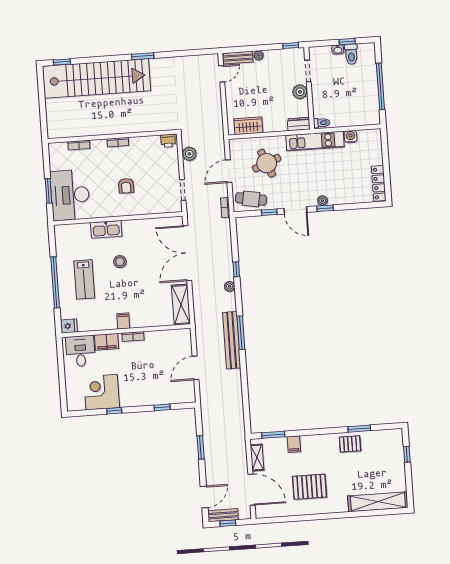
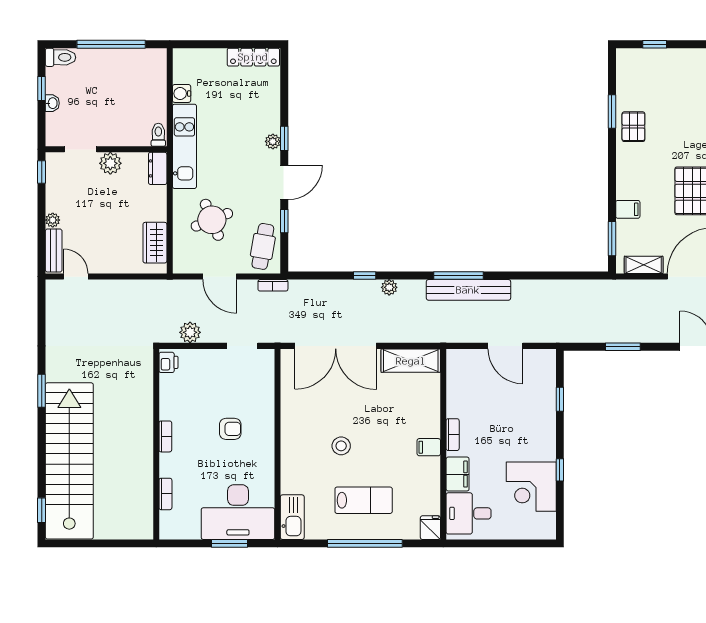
toilet: (351, 54) -> (60, 57), moved
kitchen sink: (106, 229) -> (292, 517), moved

